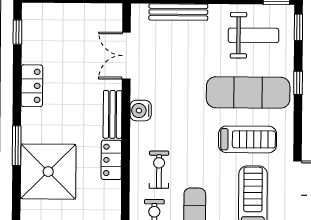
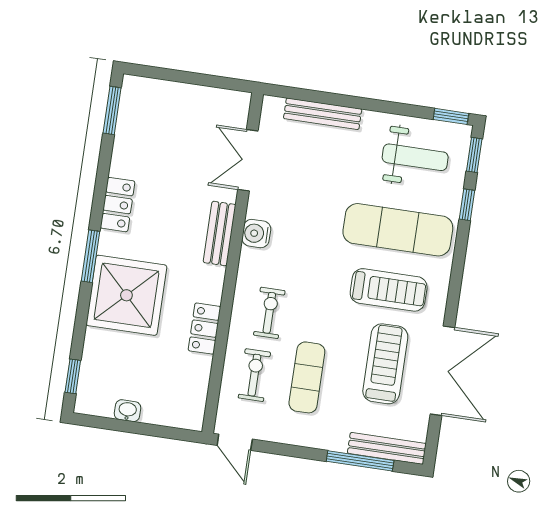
window: (17, 32) -> (112, 110), width x1.50
window: (298, 83) -> (467, 205), moved
locker: (32, 86) -> (118, 205), moved
locker: (111, 160) -> (204, 329), moved

